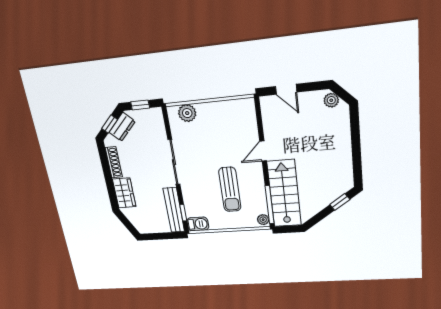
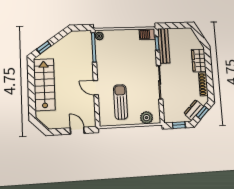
plant: (331, 100) -> (47, 122), removed
door: (263, 151) -> (96, 88), swing flipped
sun lounger: (230, 189) -> (121, 102), moved
stairs: (284, 194) -> (44, 85), moved, turned 180

